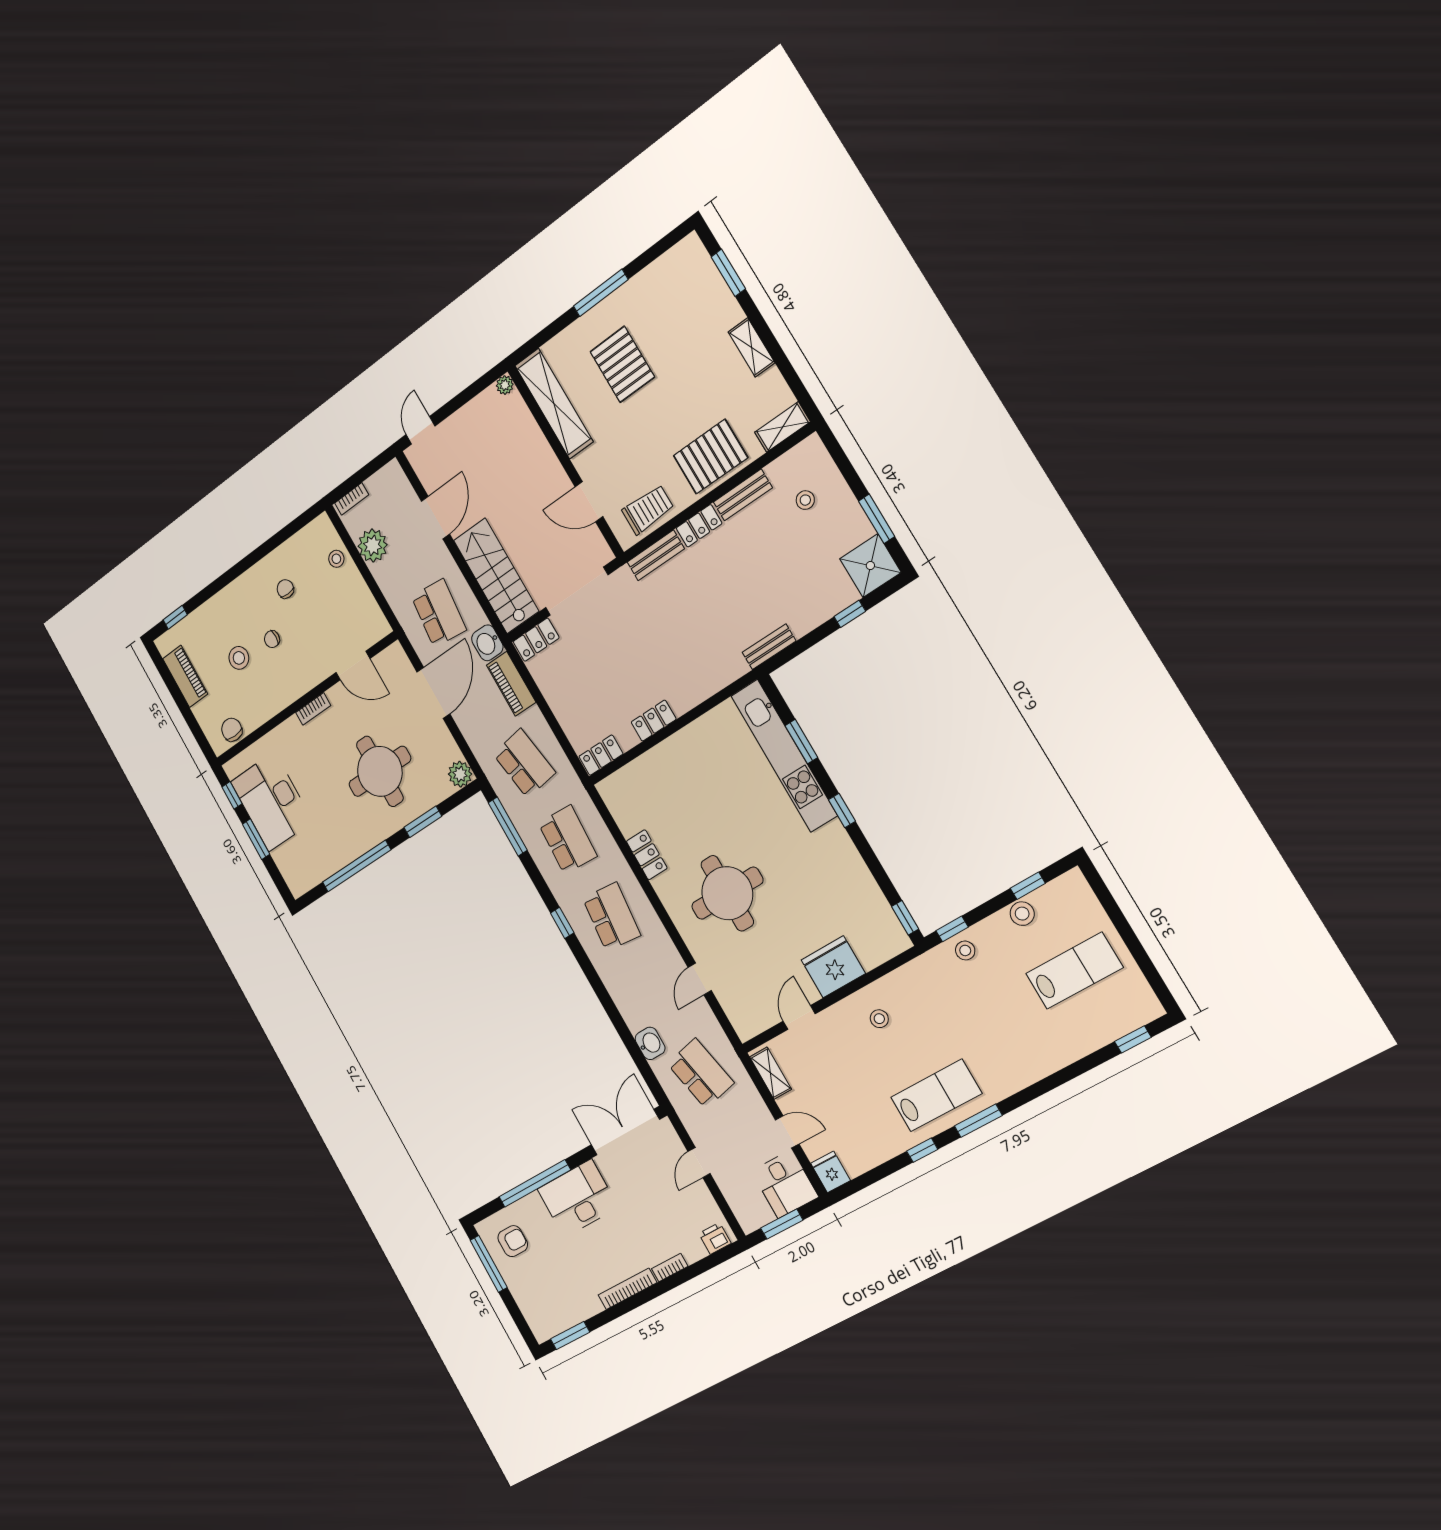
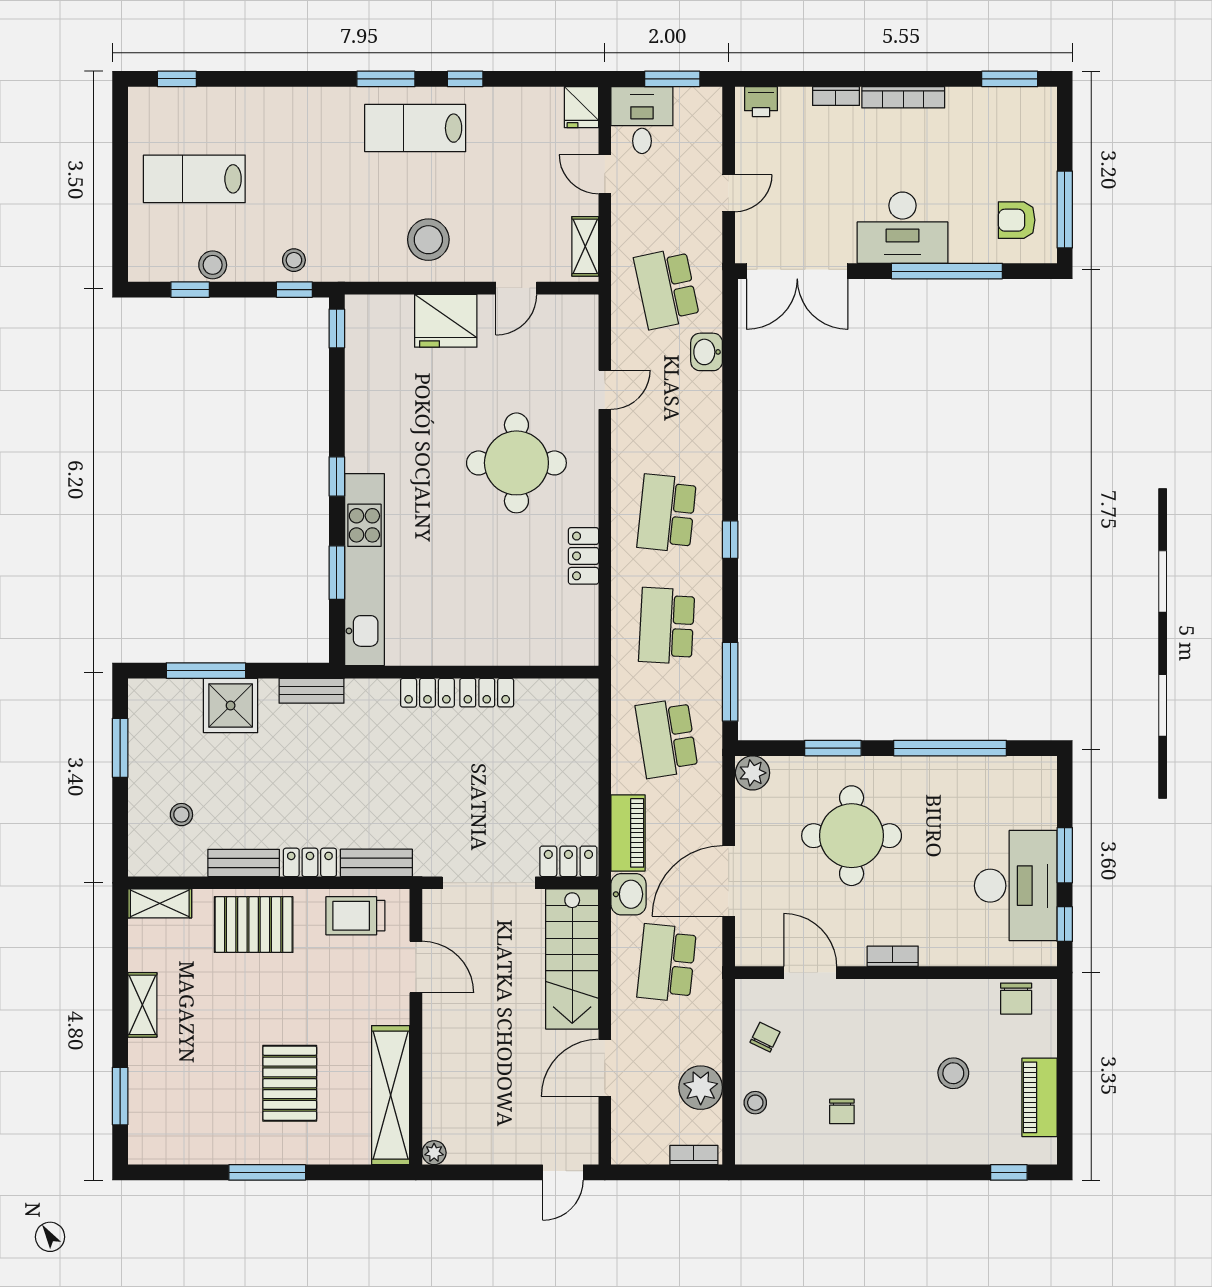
shower: (870, 566) -> (231, 706), moved
window: (850, 614) -> (206, 671), width x2.17
chair: (272, 639) -> (765, 1037), moved, turned -64
locker: (601, 755) -> (427, 693), moved
stool: (879, 1019) -> (428, 240), width x1.89, depth x1.89

